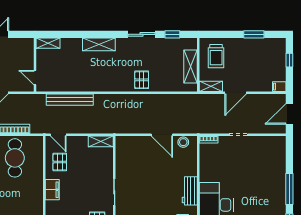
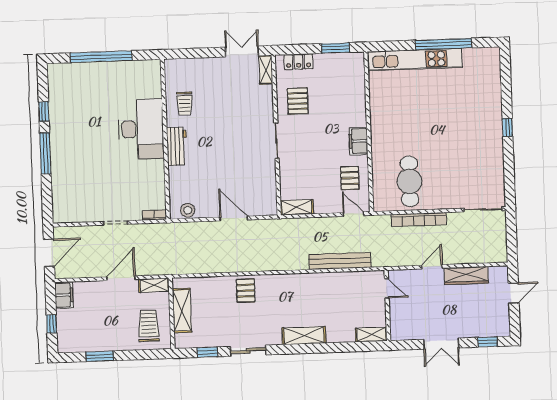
filing cabinet: (279, 87) -> (64, 295), width x2.00
door: (162, 135) -> (234, 219), moved

